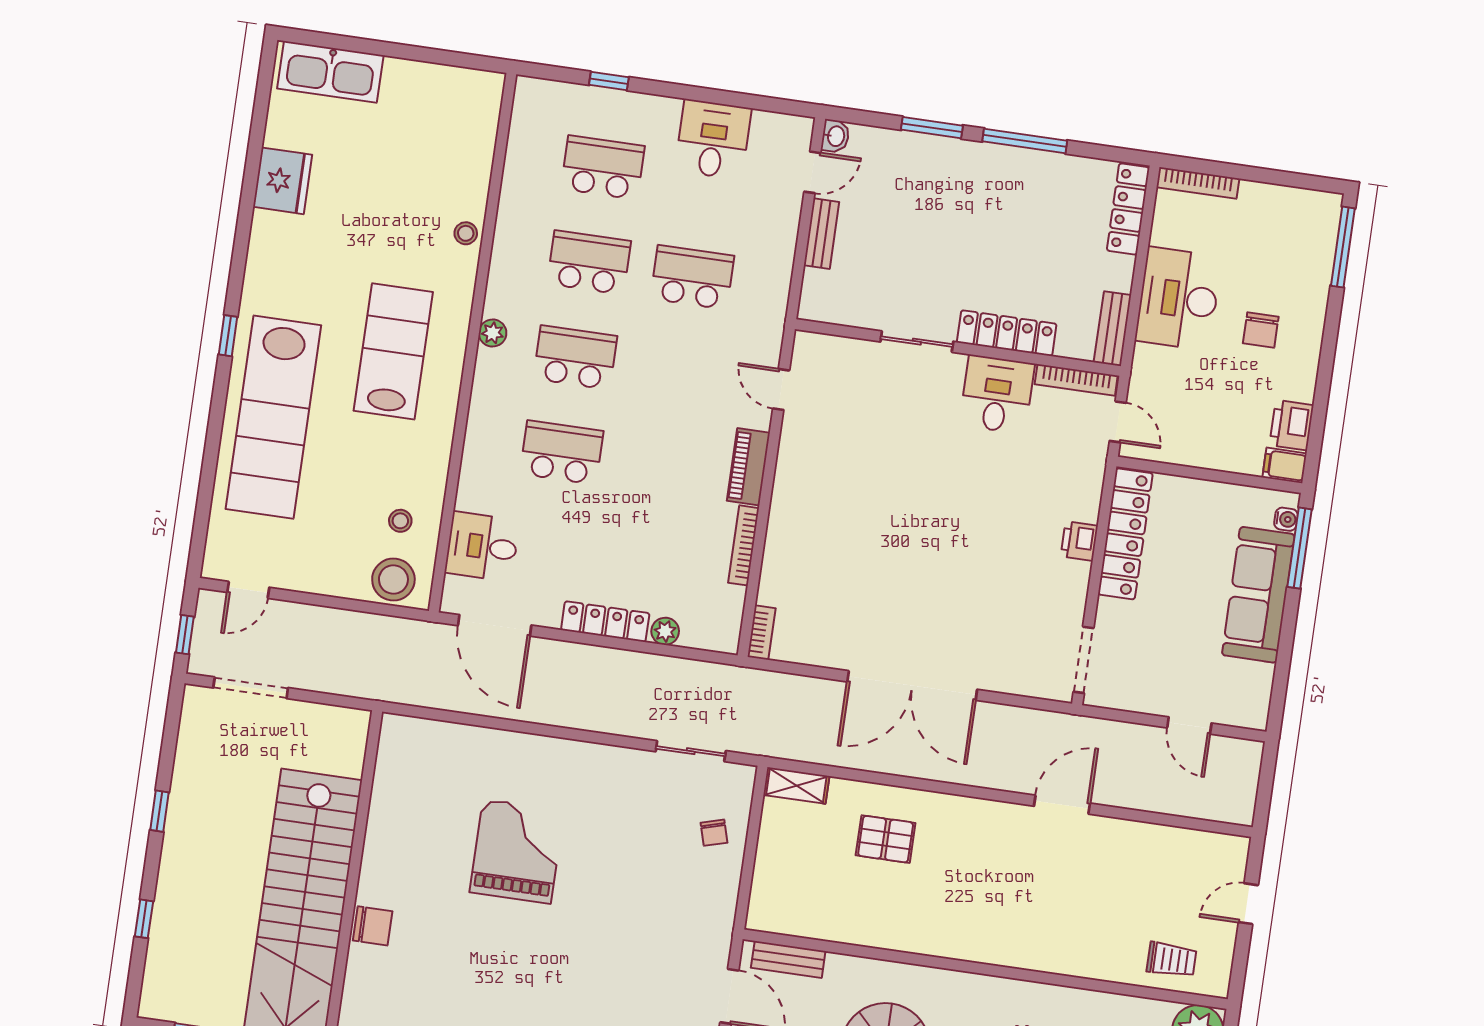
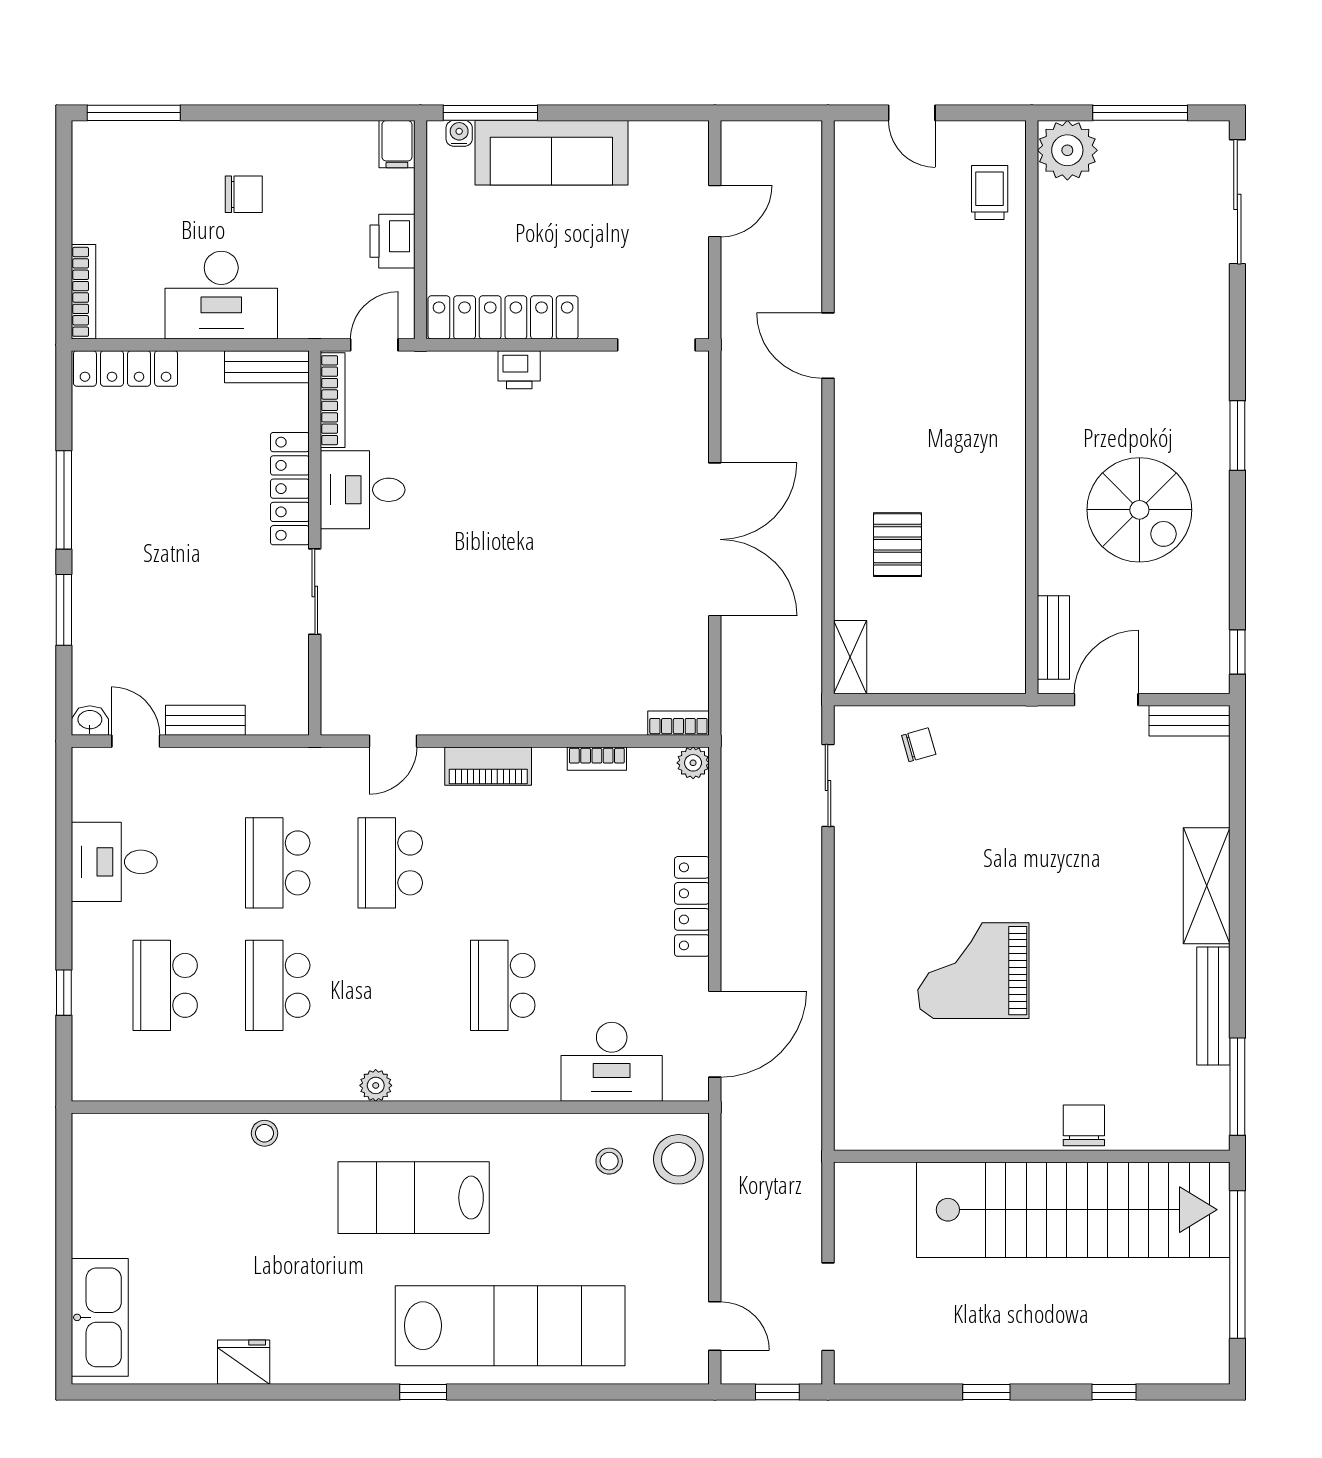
fridge: (283, 181) -> (244, 1362), width x0.73, depth x0.75
school desk: (575, 357) -> (390, 863), moved
printer: (1291, 425) -> (392, 241), moved, turned 90
bookcase: (744, 545) -> (597, 759), width x0.64
desk: (482, 547) -> (612, 1062), width x1.37
plant: (665, 631) -> (693, 763), moved

